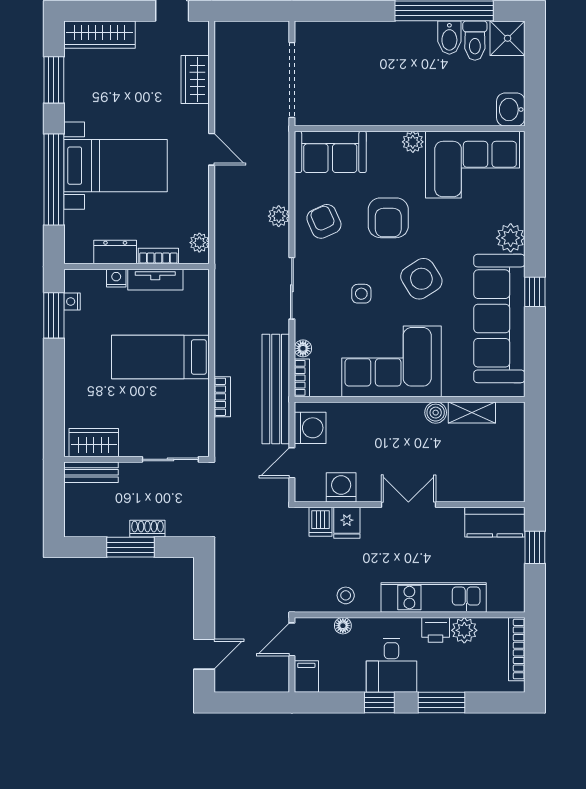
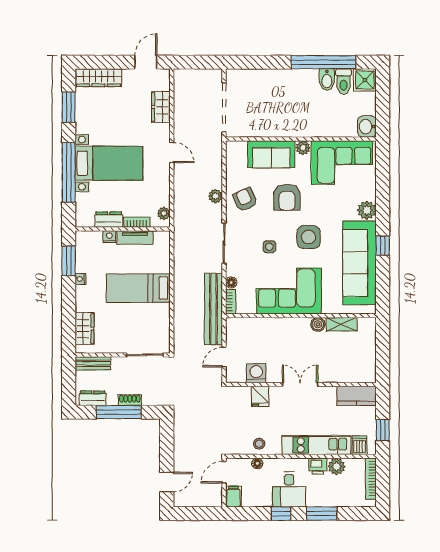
sofa: (330, 152) -> (271, 154), moved
side table: (421, 279) -> (309, 237), turned 32
nightstand: (72, 302) -> (81, 279), moved
bookcase: (222, 397) -> (179, 314), removed
washing machine: (310, 428) -> (236, 334), removed
wardrobe: (94, 443) -> (85, 329), moved, turned 90
dishwasher: (320, 522) -> (360, 445), moved, turned 180
dresser: (90, 526) -> (93, 398), added
window: (131, 547) -> (119, 412), width x1.44
window: (535, 547) -> (383, 430), moved

